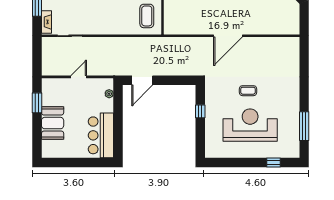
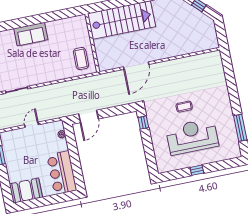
door: (228, 36) -> (136, 66), moved
window: (200, 111) -> (143, 123), moved
booth: (53, 123) -> (26, 191), moved, turned 90
window: (274, 162) -> (197, 170), moved

